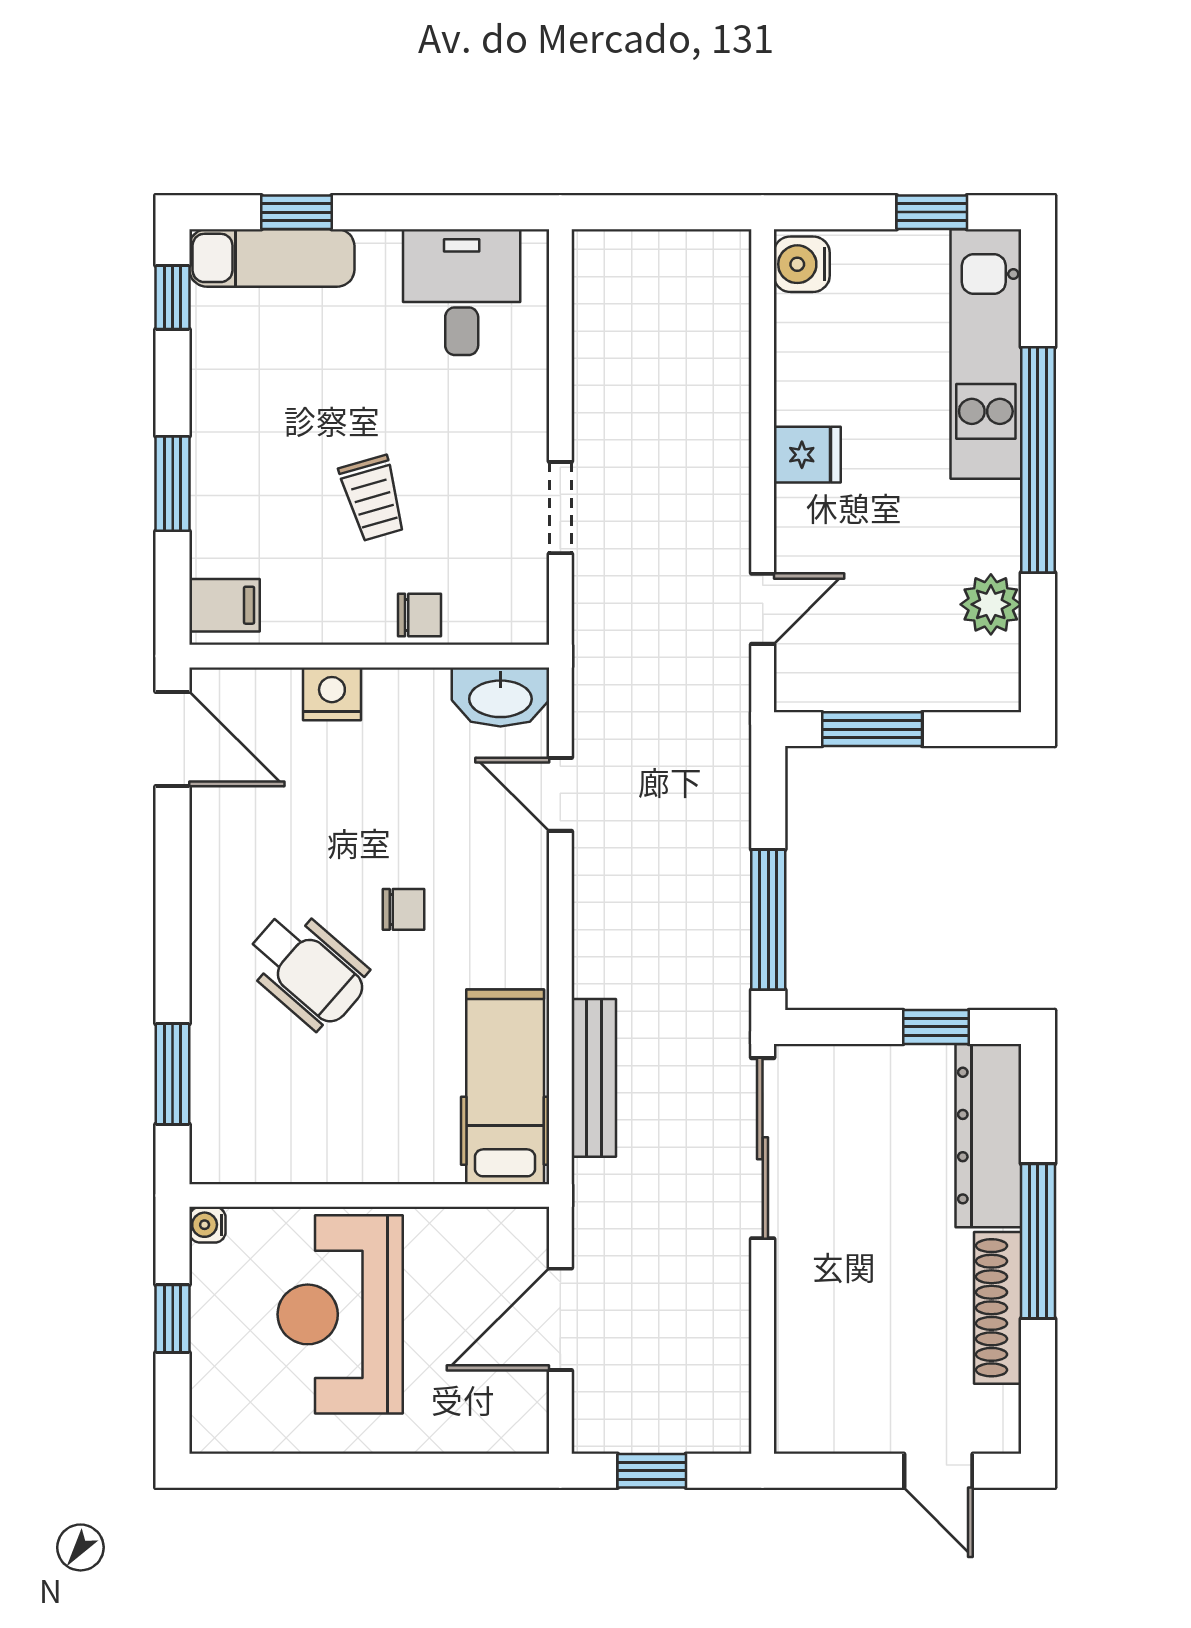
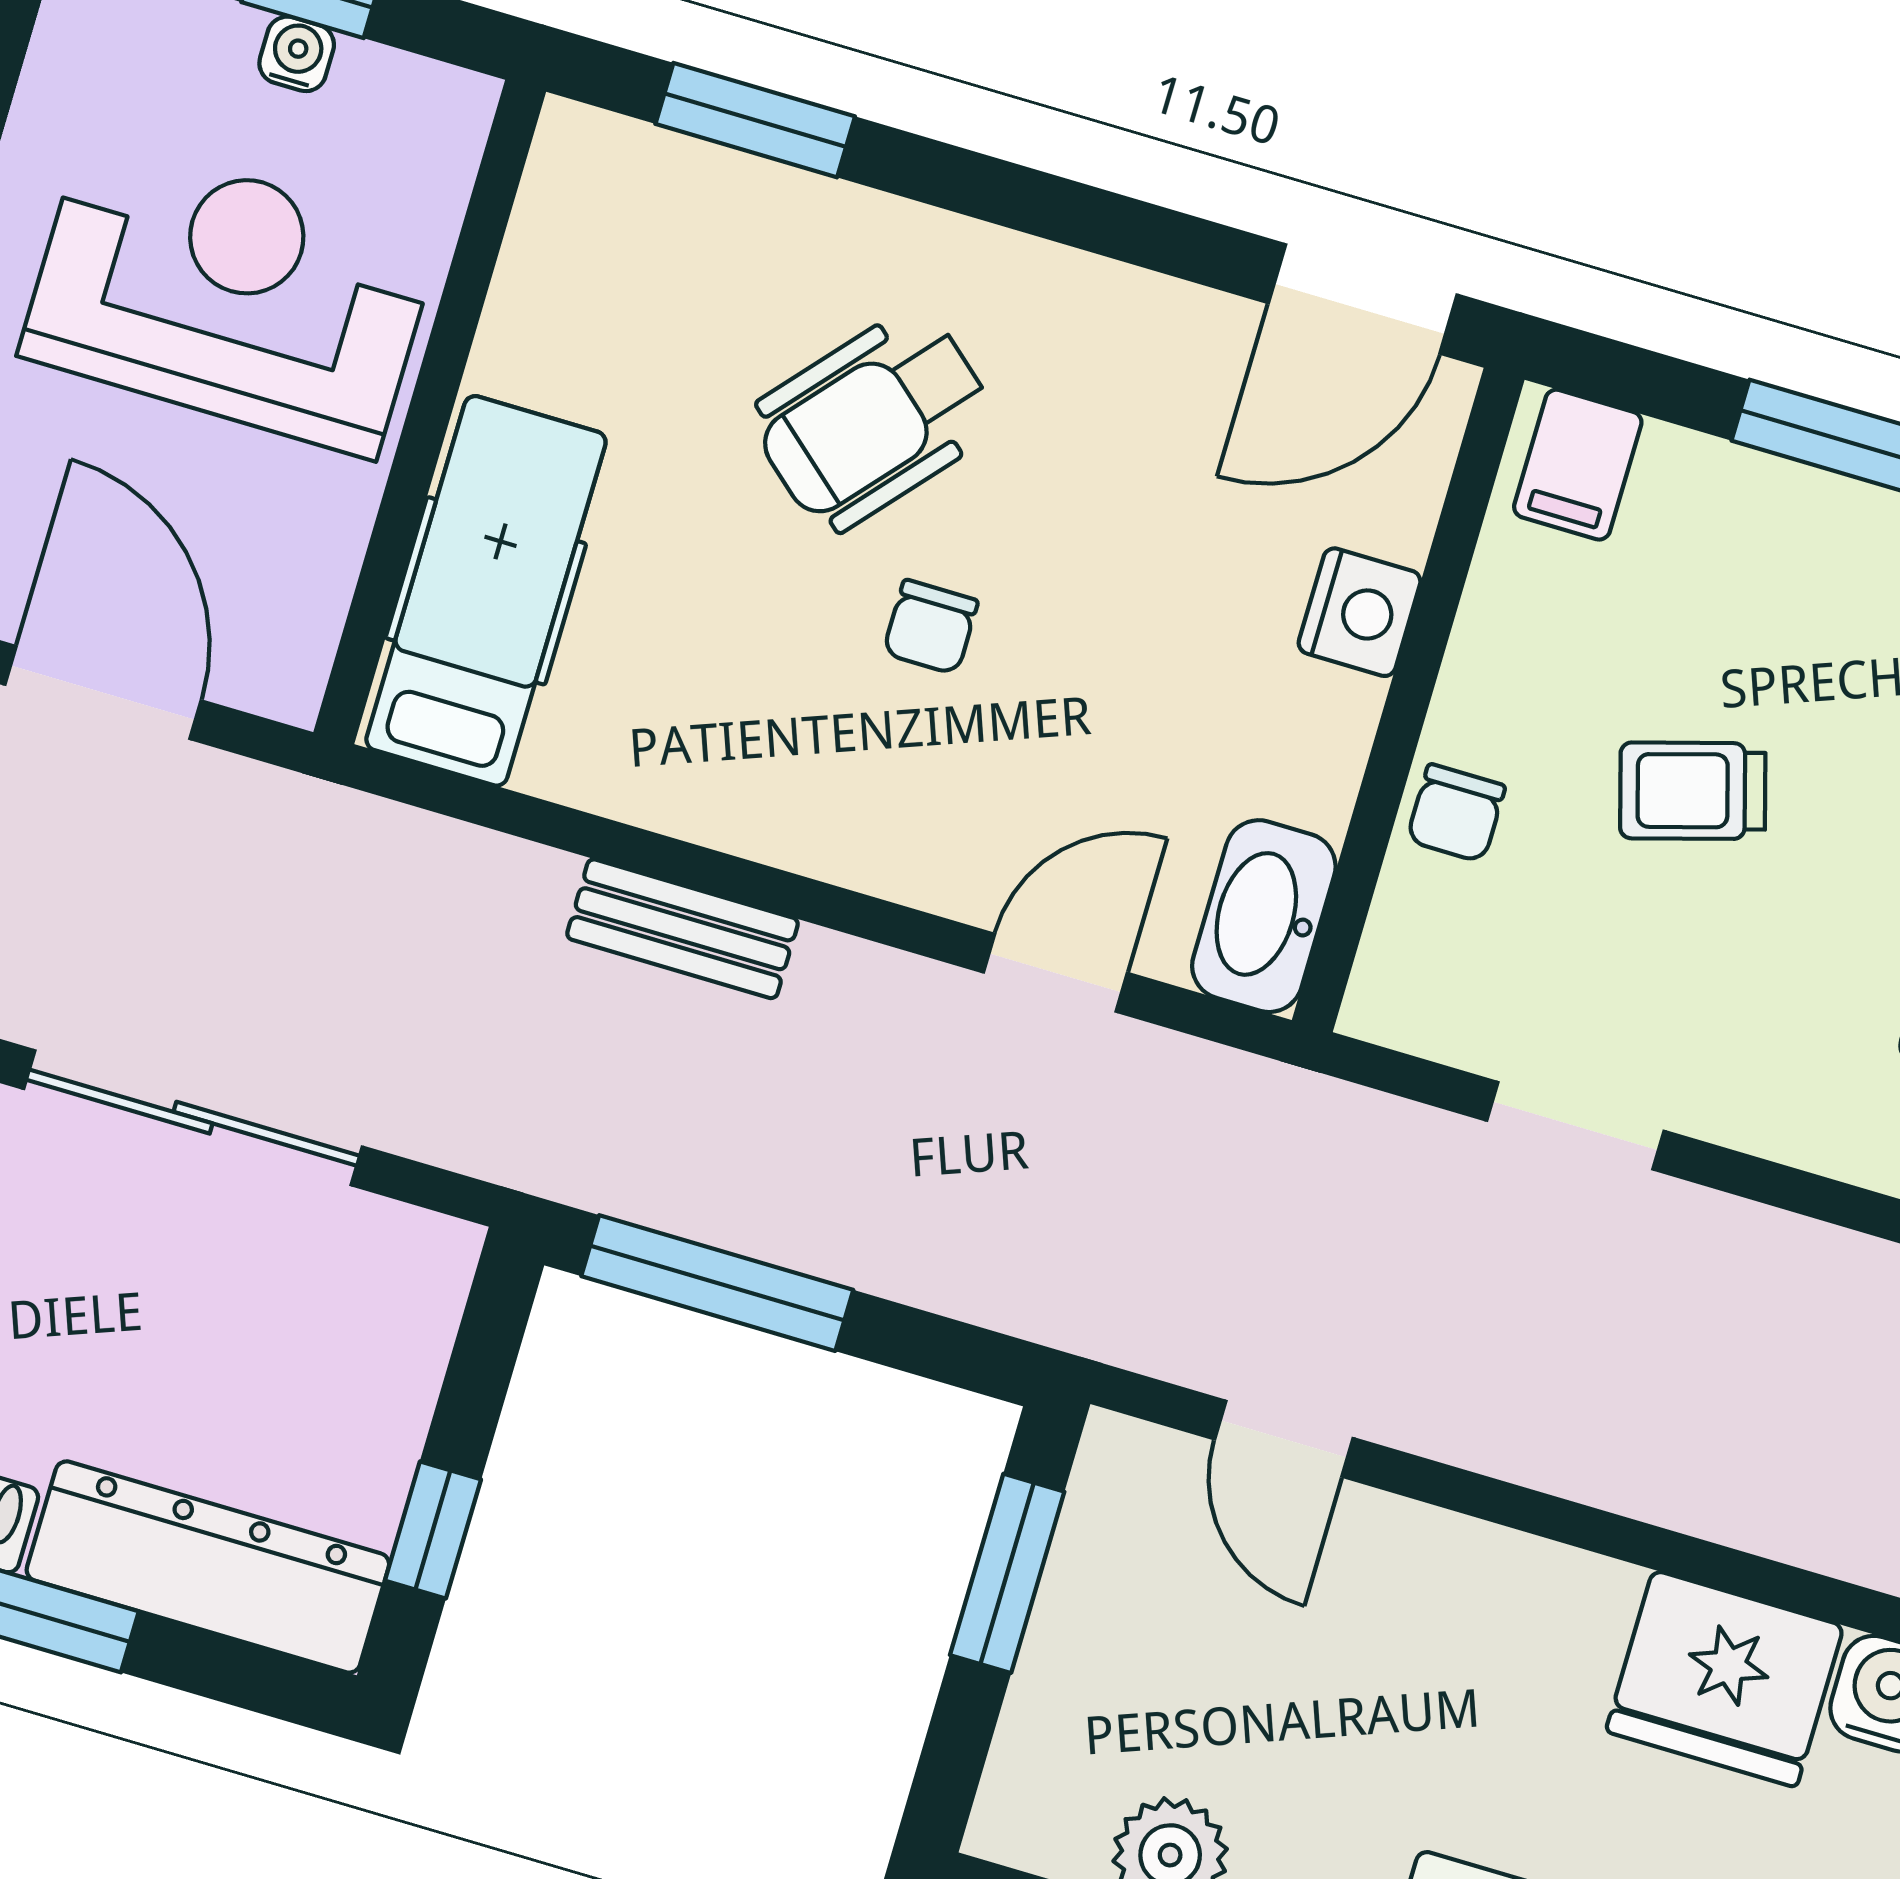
fridge: (807, 455) -> (1725, 1679), moved, width x1.88, depth x1.34
bench: (594, 1078) -> (682, 929), moved, width x0.73
hospital bed: (505, 1087) -> (486, 591), moved, turned -90
sliding door: (763, 1148) -> (193, 1118), moved
water cooler: (207, 1225) -> (297, 54), moved

